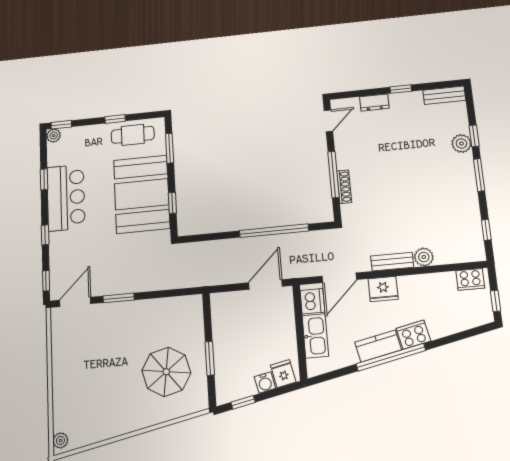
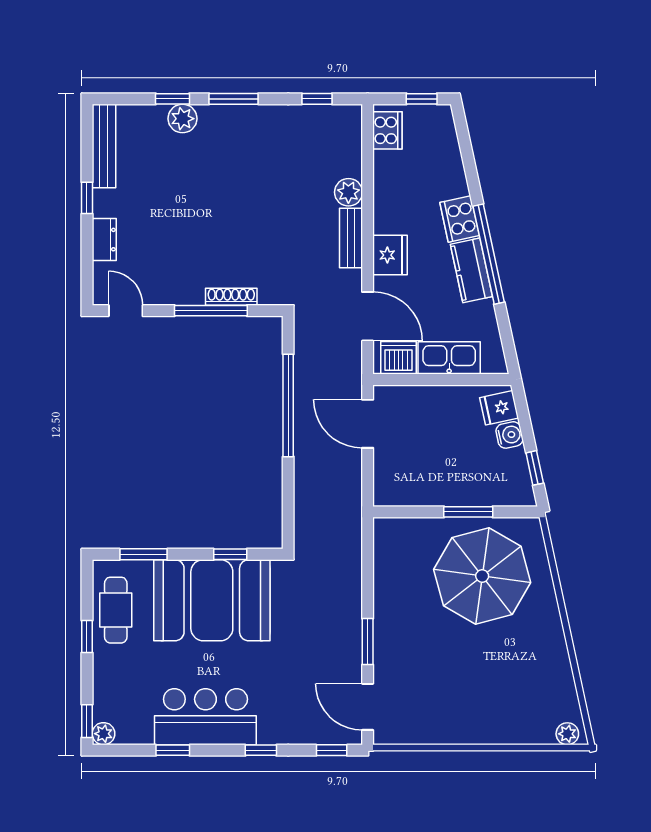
bench: (444, 95) -> (104, 146), width x1.36
parasol: (166, 372) -> (482, 576), width x1.36, depth x1.36

